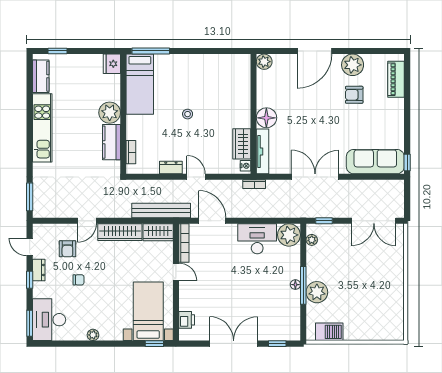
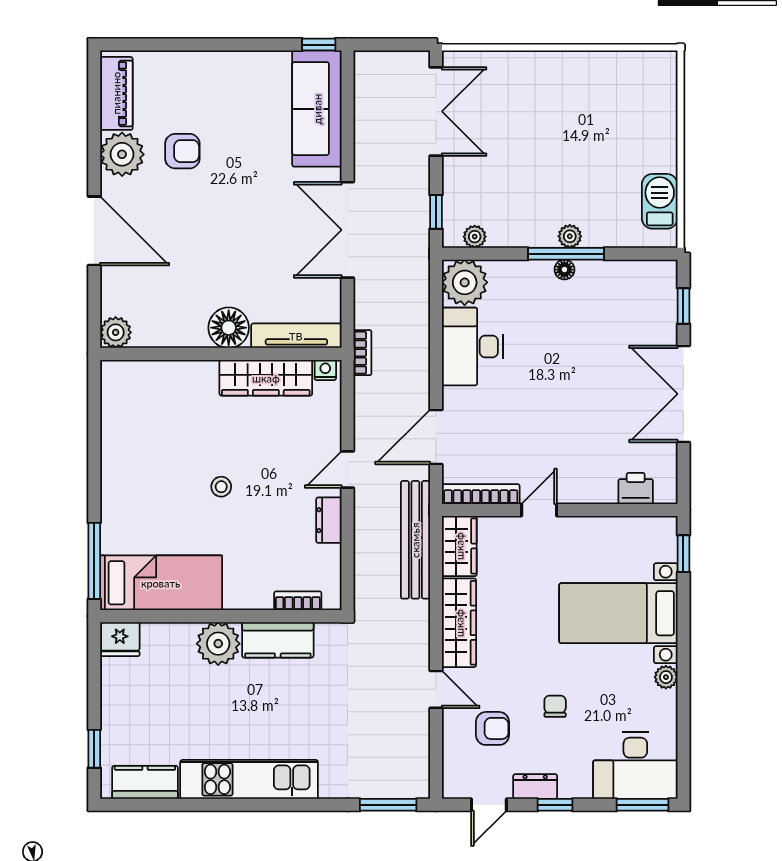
piano: (396, 79) -> (116, 93), moved, turned -90
armchair: (354, 95) -> (182, 151), turned -90
wardrobe: (242, 144) -> (266, 378), width x1.50
plant: (317, 292) -> (570, 236), width x0.53, depth x0.53
bed with nightstands: (148, 311) -> (618, 613), moved

